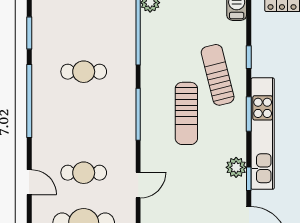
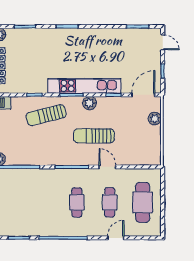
cafe table: (84, 72) -> (77, 202), moved
sun lounger: (186, 113) -> (94, 136), moved, turned 180
plant: (236, 167) -> (90, 103), moved
door: (138, 185) -> (107, 167), moved

